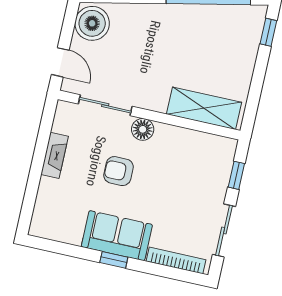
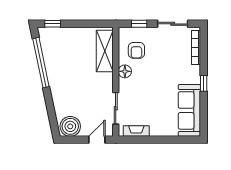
floor lamp: (143, 129) -> (125, 71), moved
fireplace: (55, 155) -> (136, 131), moved
armchair: (118, 171) -> (136, 50), moved
sofa: (117, 236) -> (189, 110), moved, width x1.36

